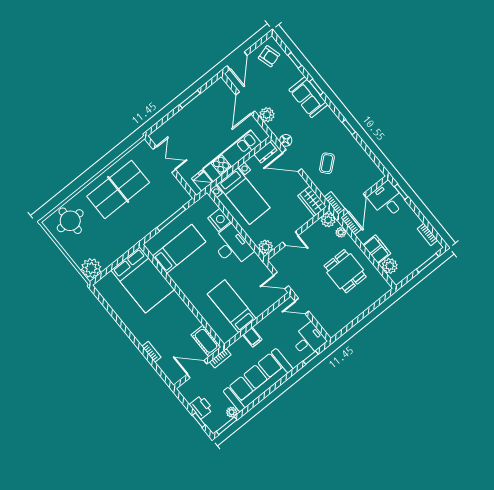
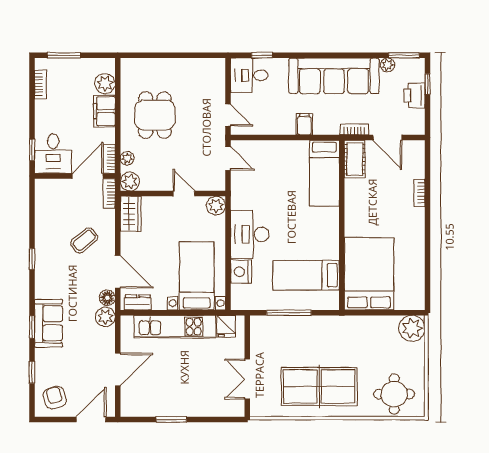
plant: (267, 115) -> (105, 317), moved
bed: (232, 306) -> (324, 173), moved

